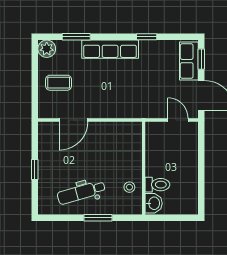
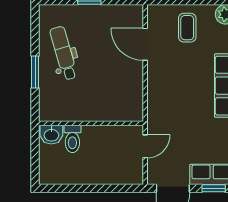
door: (178, 120) -> (145, 146), moved
stool: (129, 187) -> (70, 107), removed

